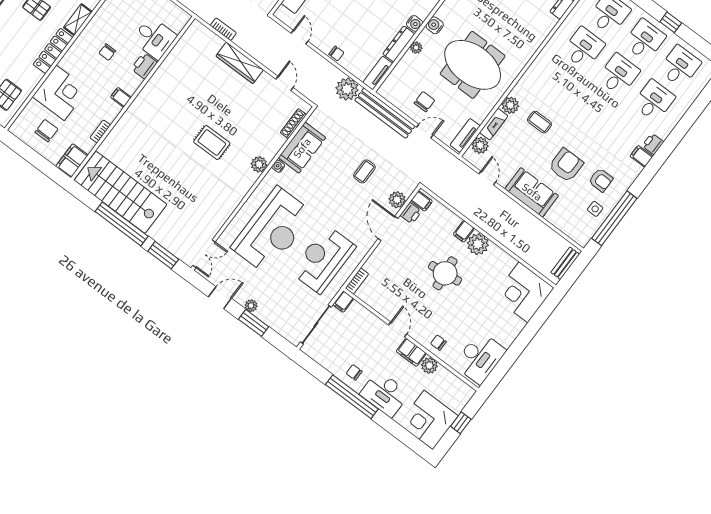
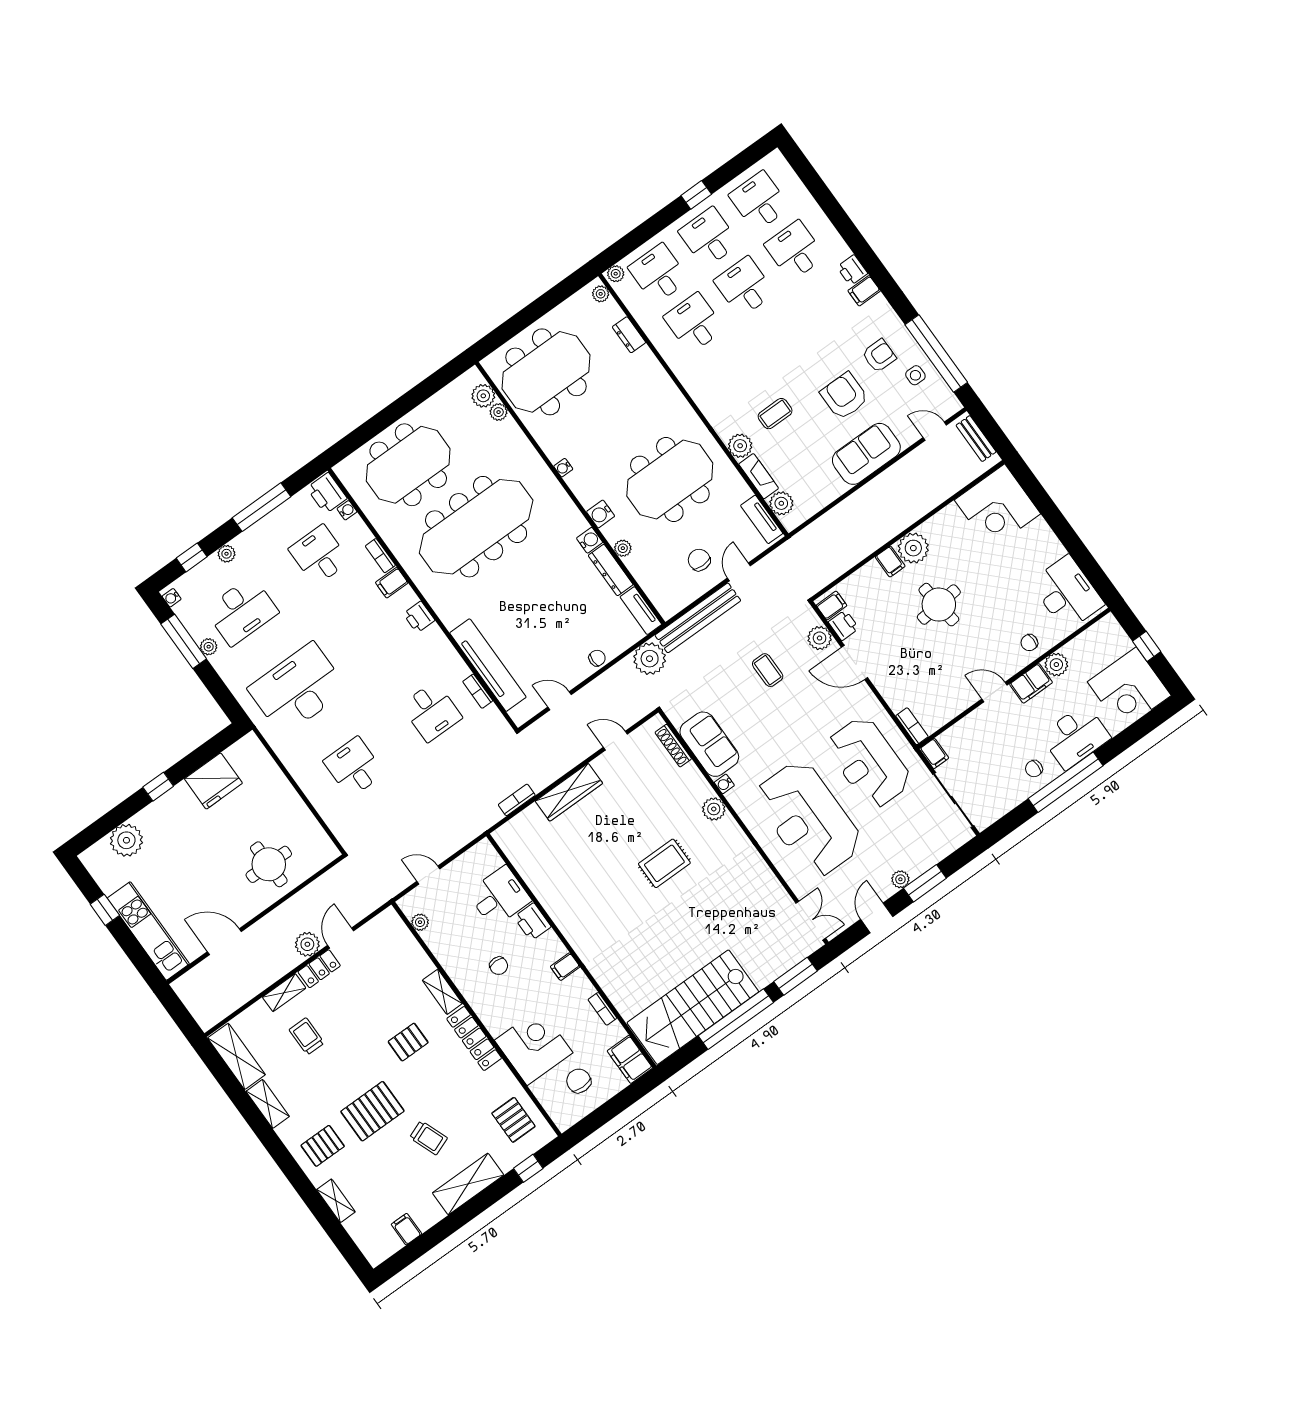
door: (487, 178) -> (935, 431), moved
reception desk: (272, 230) -> (808, 819), turned 180

